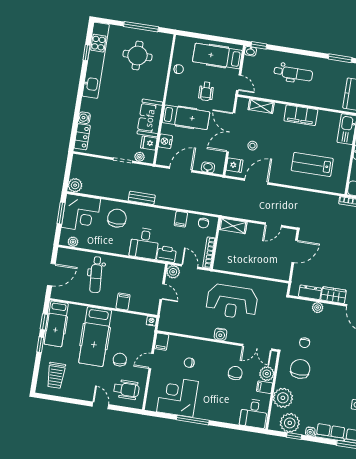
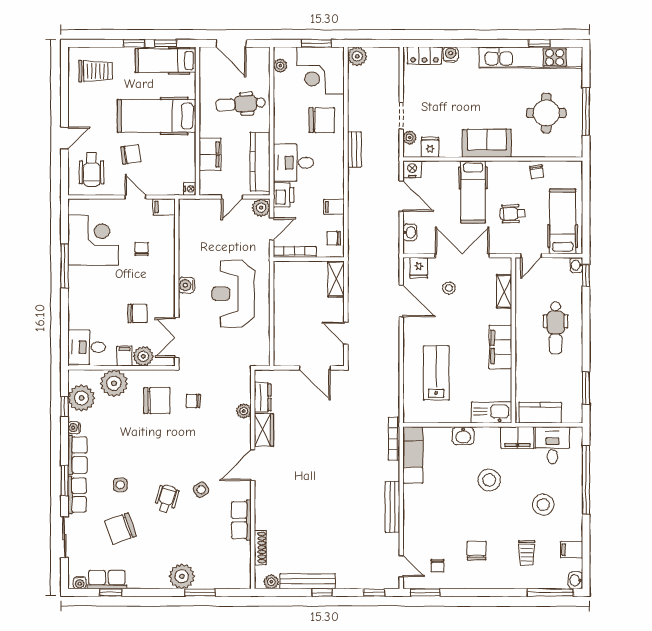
sofa: (150, 118) -> (487, 143), moved
nightstand: (165, 141) -> (412, 169), moved
kitchen counter: (140, 267) -> (260, 162), added
filing cabinet: (123, 302) -> (210, 154), width x2.00
trolley: (56, 375) -> (96, 71), turned 180

